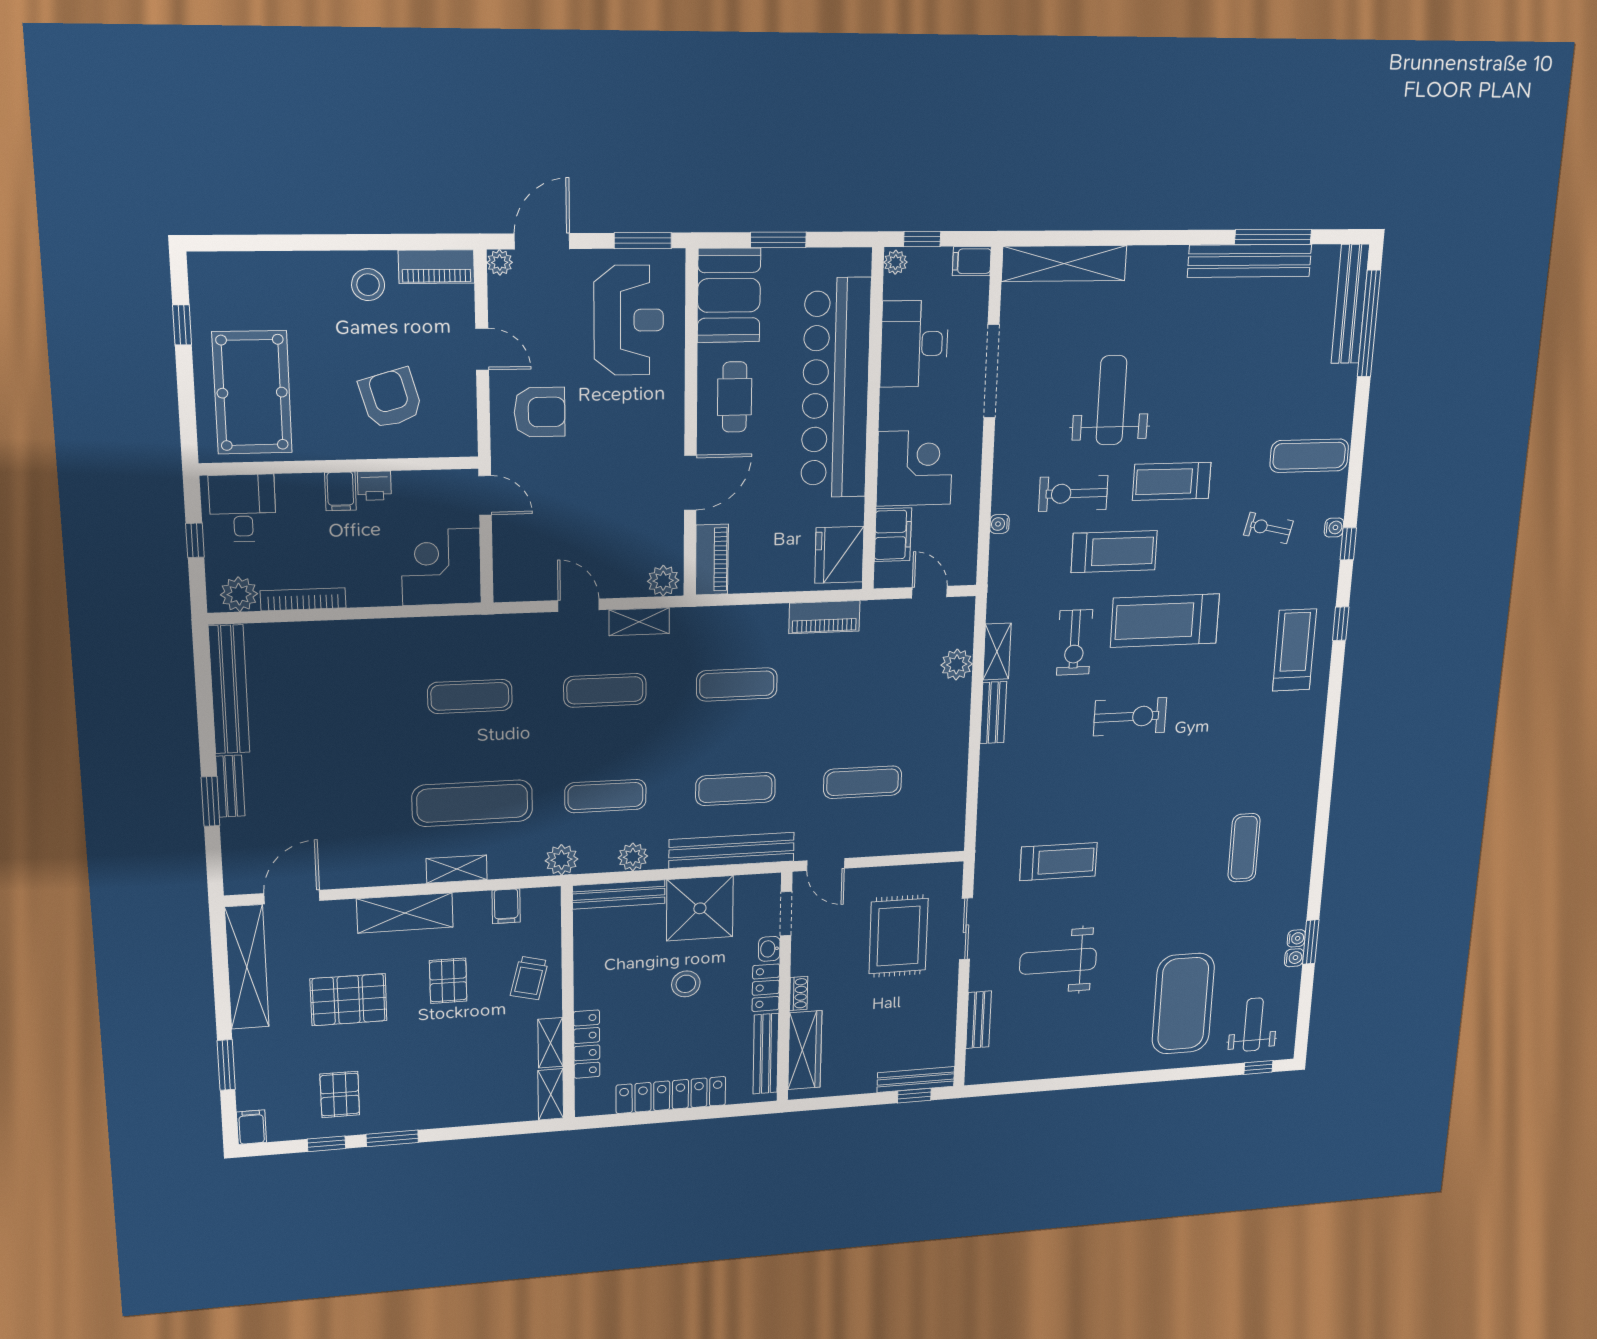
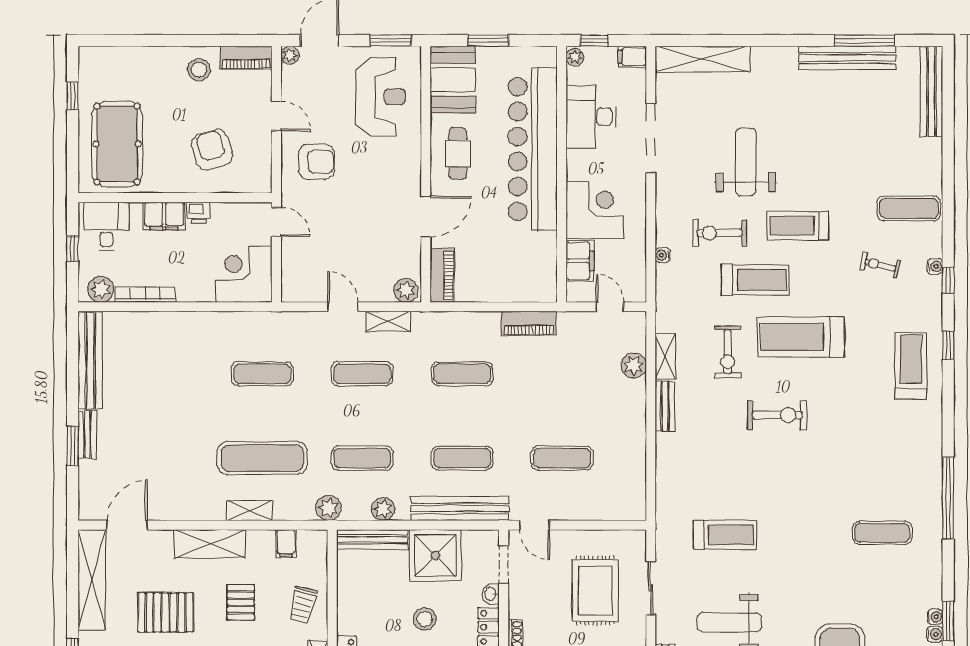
window: (1369, 324) -> (948, 498), moved
filing cabinet: (340, 491) -> (164, 216), width x2.00
fridge: (839, 555) -> (539, 275), removed
exercise mat: (1244, 848) -> (882, 533), turned 90

